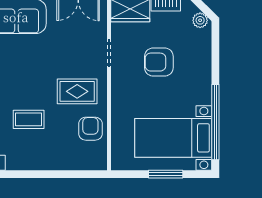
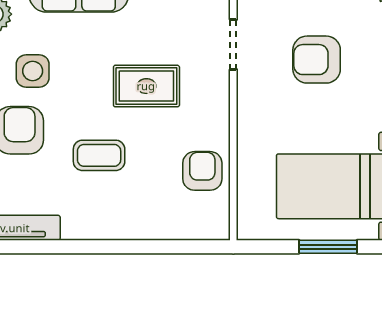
rug: (77, 91) -> (146, 86), moved

